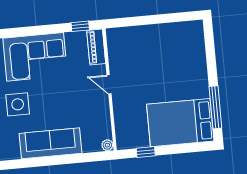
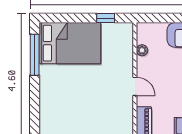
plant: (107, 145) -> (142, 50), moved

